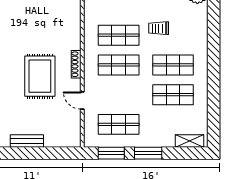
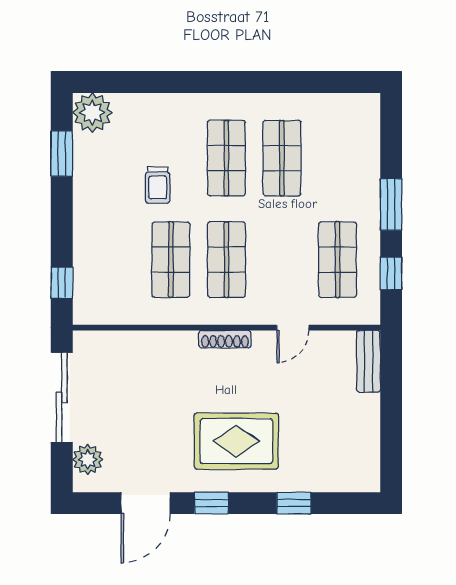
rug: (40, 76) -> (236, 441), moved
bench: (27, 141) -> (368, 361), moved
shelving: (189, 141) -> (368, 127), removed
window: (111, 153) -> (391, 273), width x0.67

